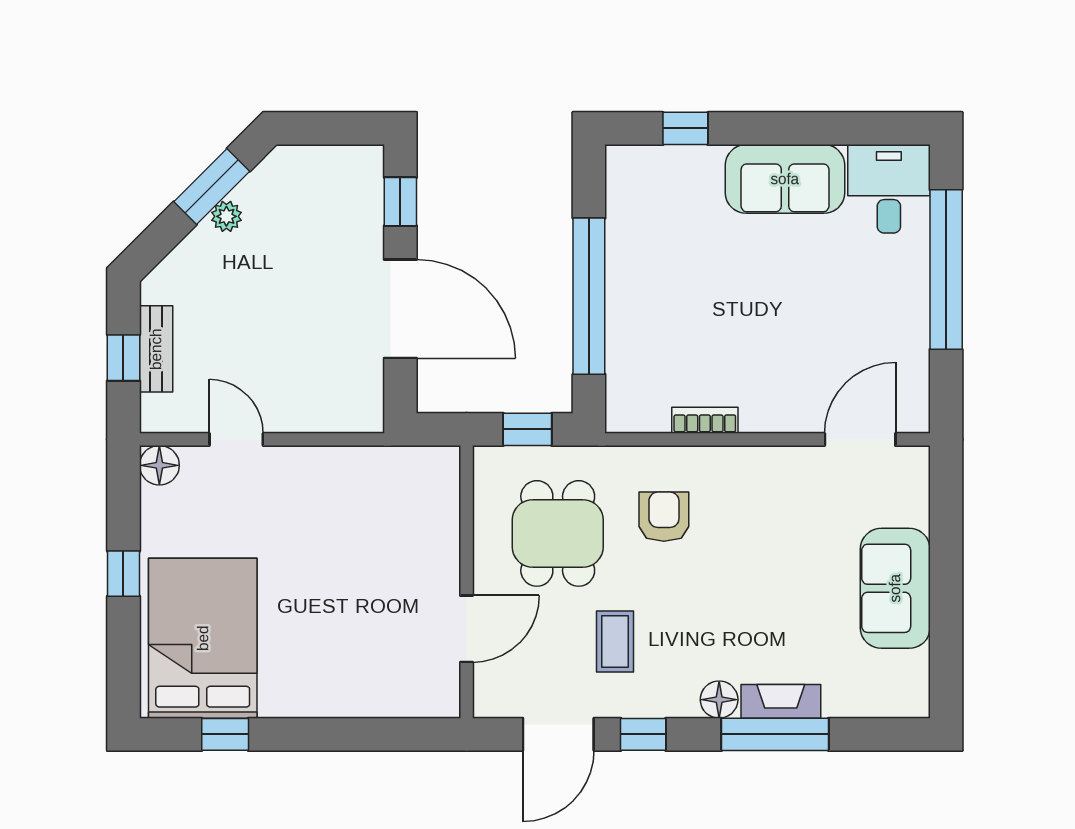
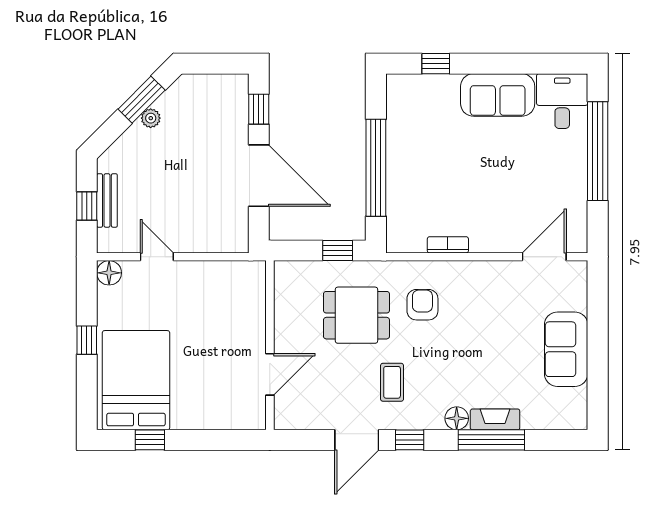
dining table: (558, 533) -> (356, 315), turned 90
wall: (467, 582) -> (270, 345), moved
door: (467, 629) -> (270, 374), moved

